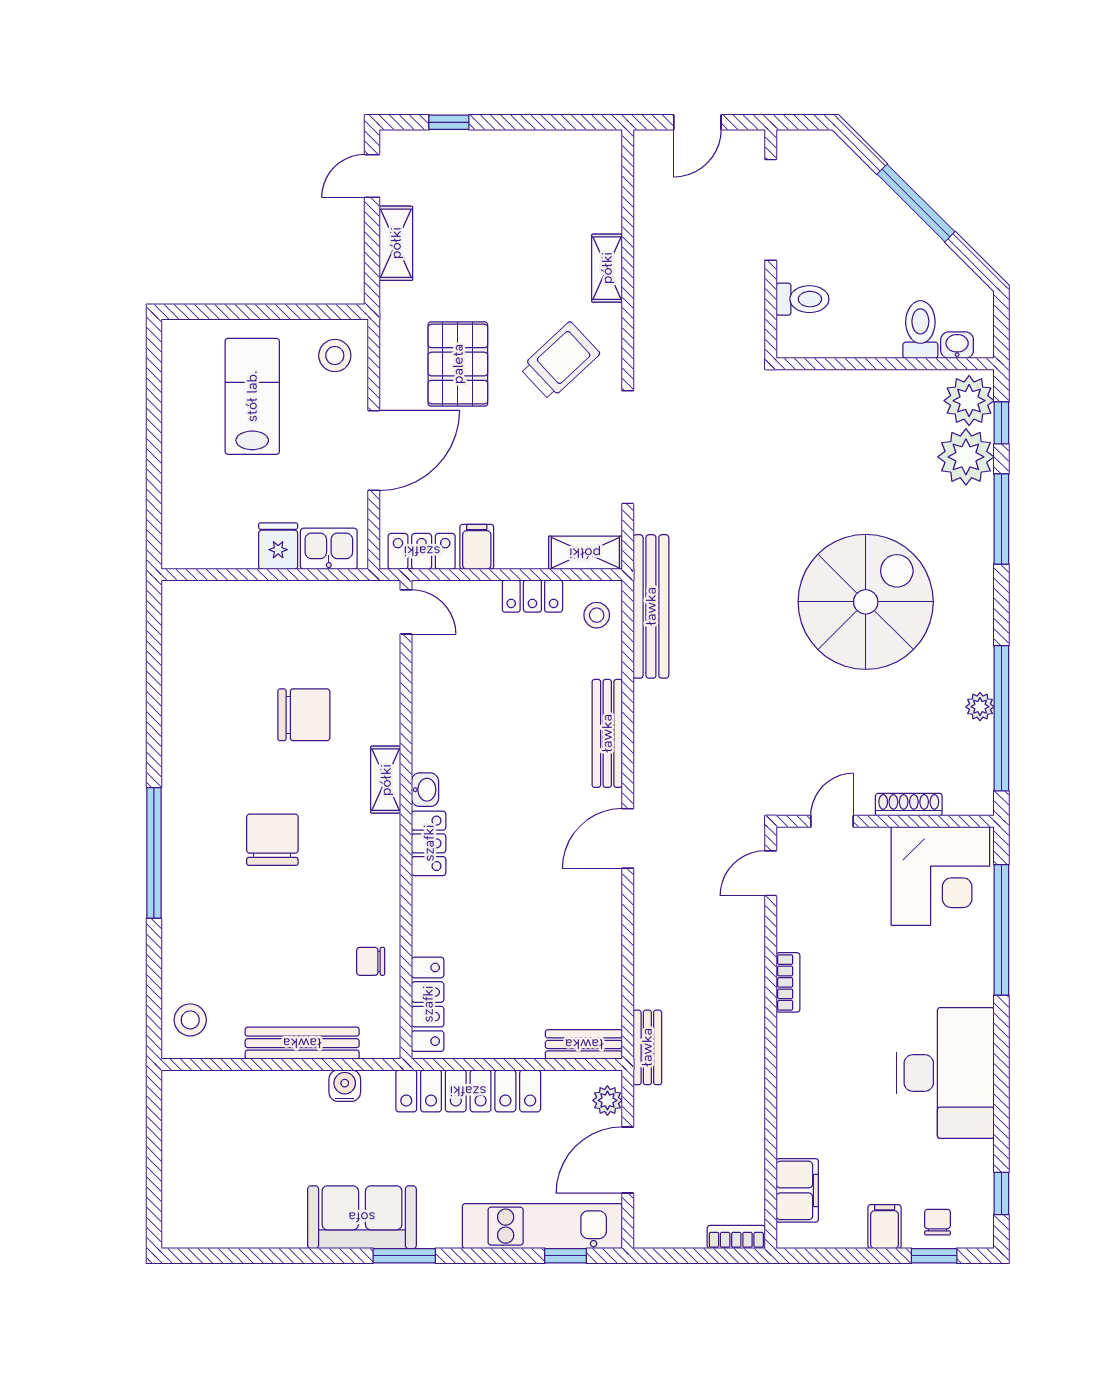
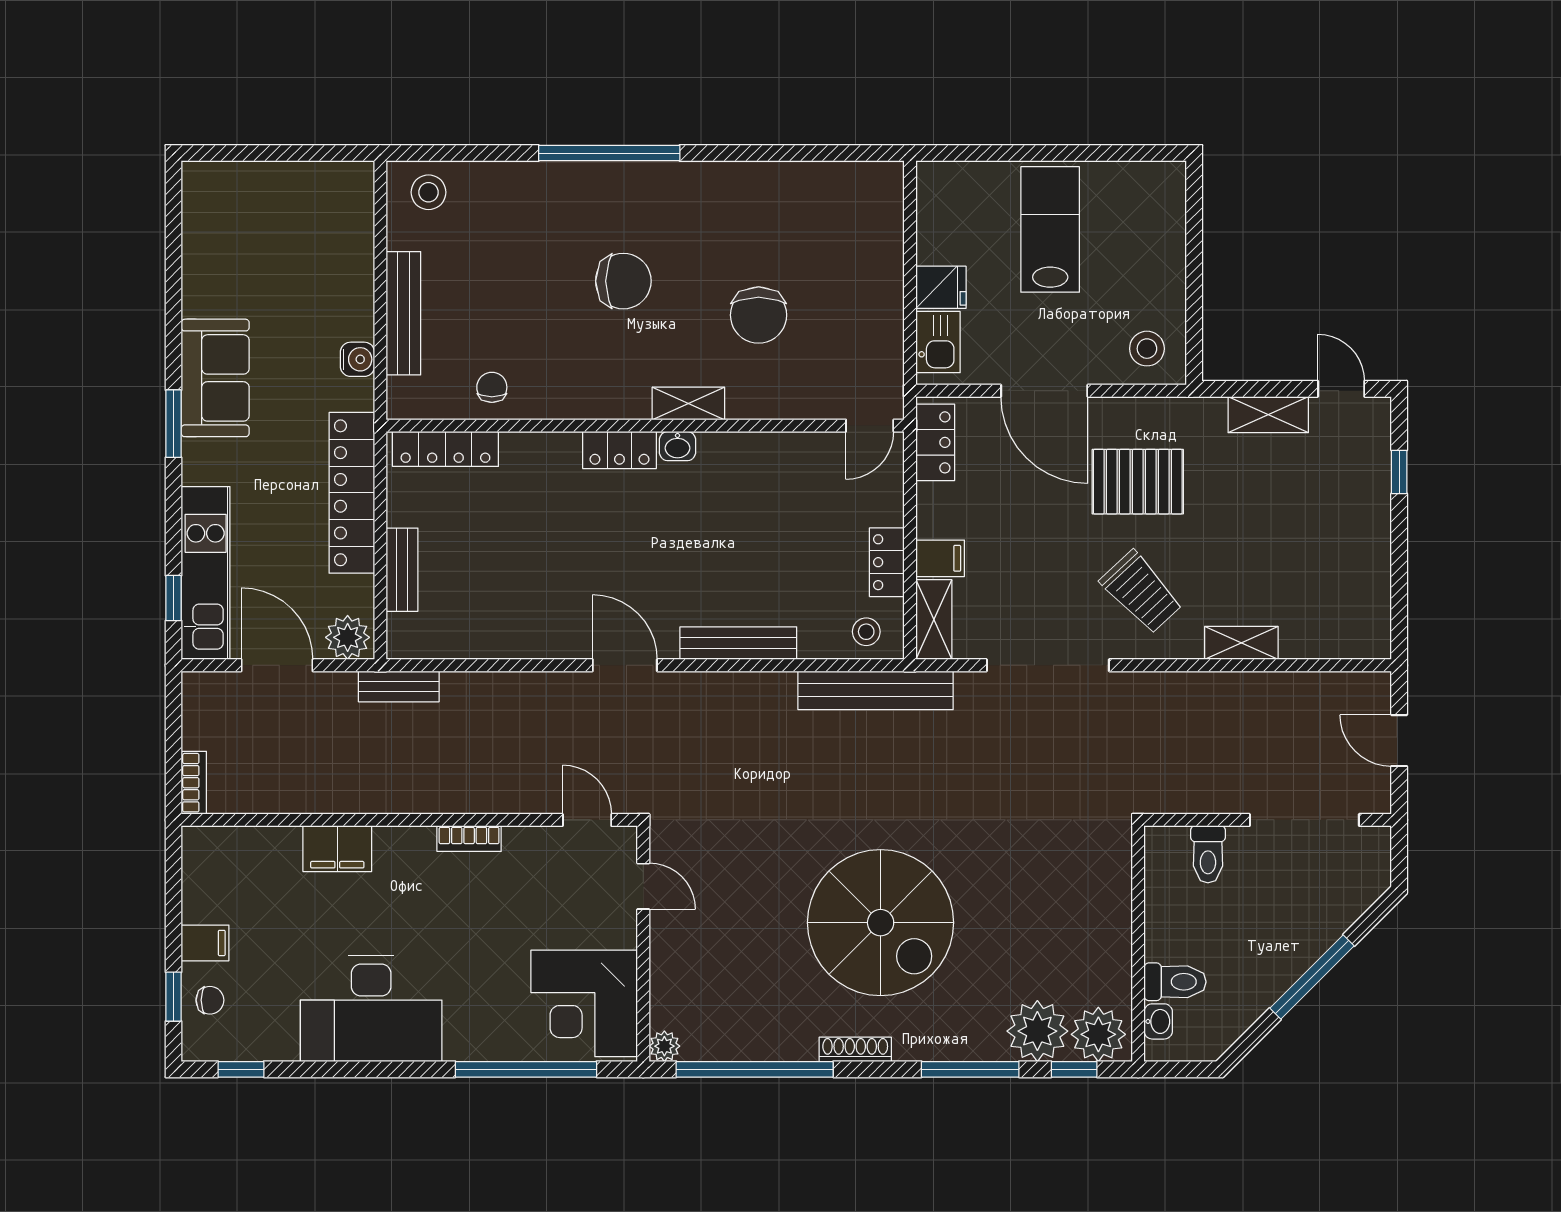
lab bench: (252, 396) -> (1050, 229), moved, turned -90
filing cabinet: (477, 547) -> (940, 558), moved
plant: (980, 707) -> (664, 1046), moved
shoe rack: (909, 805) -> (855, 1049), moved, turned -90
bench: (584, 1044) -> (402, 570), moved
plant: (607, 1100) -> (348, 637), width x1.38, depth x1.38
filing cabinet: (797, 1190) -> (337, 849), moved

